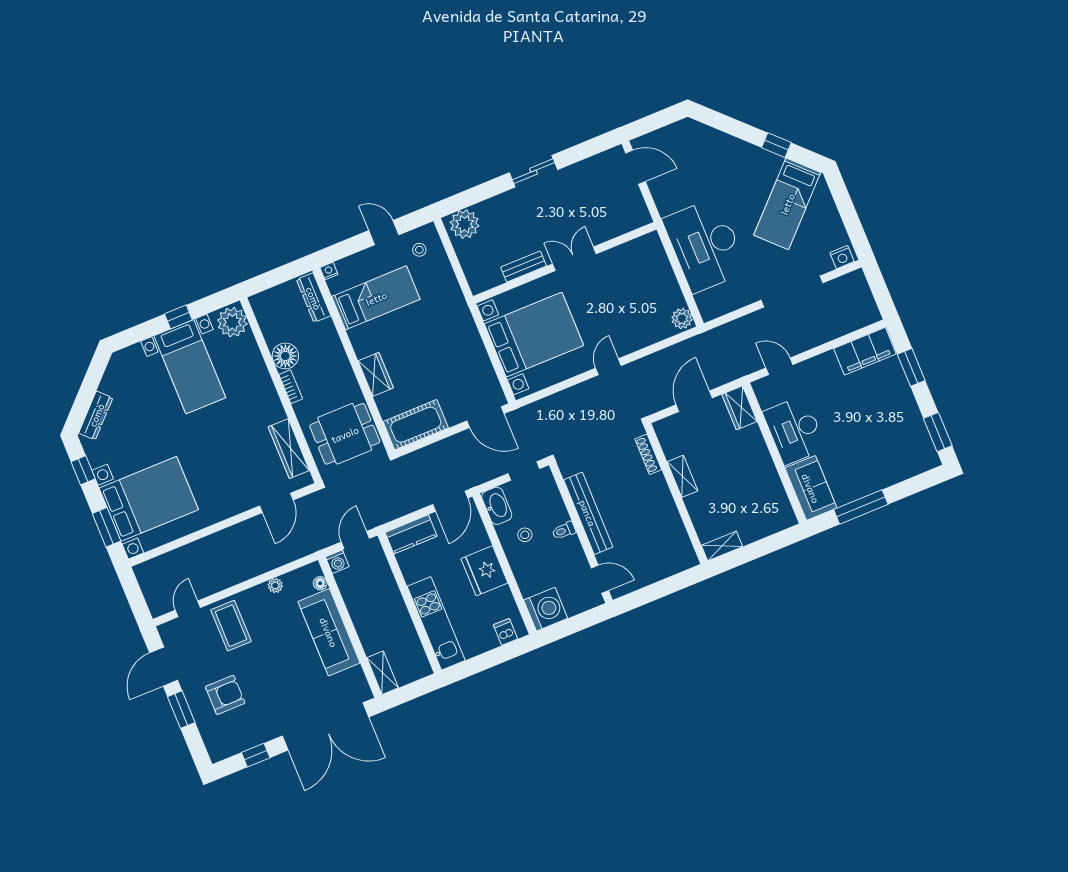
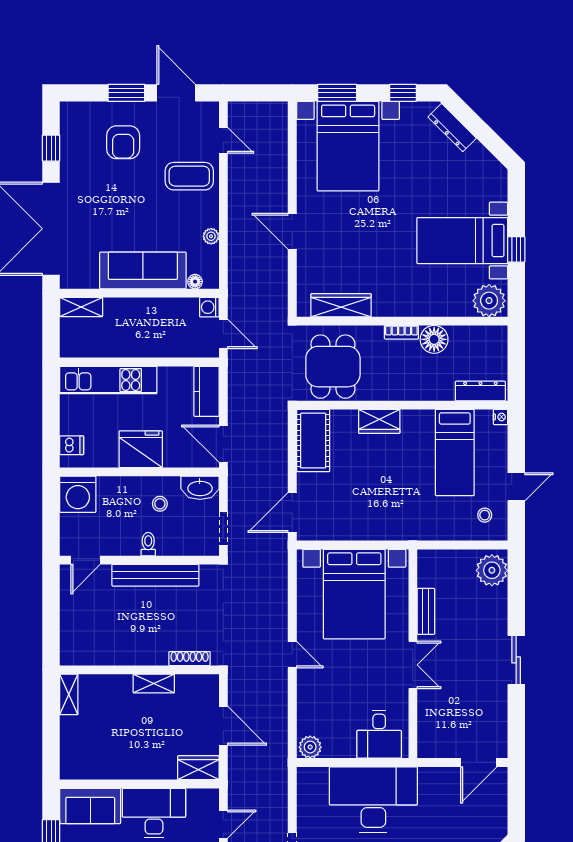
desk: (646, 263) -> (379, 734), added
door: (276, 503) -> (292, 231), moved

